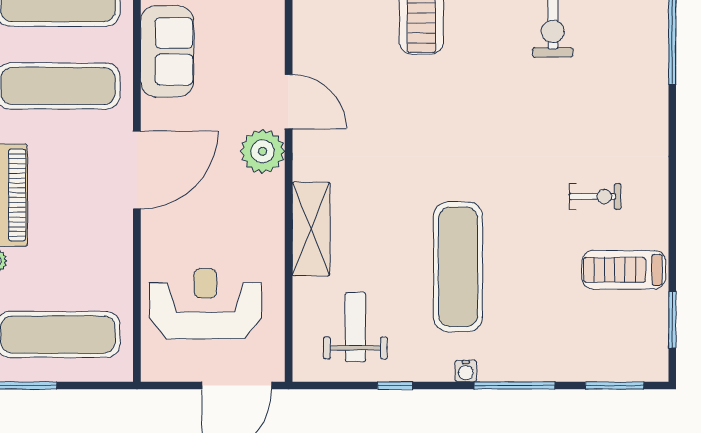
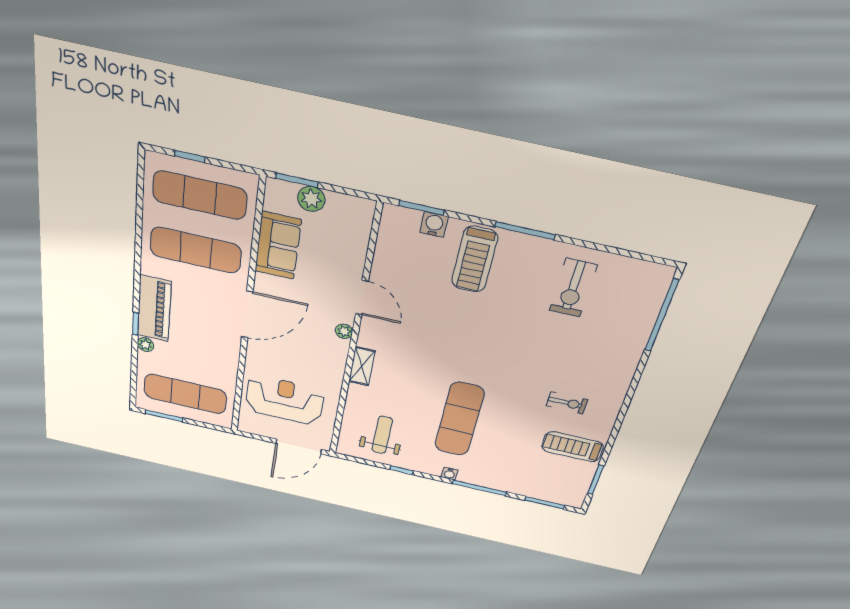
plant: (263, 151) -> (344, 331), width x0.53, depth x0.53
shelving: (311, 229) -> (362, 366), width x0.67, depth x0.75

